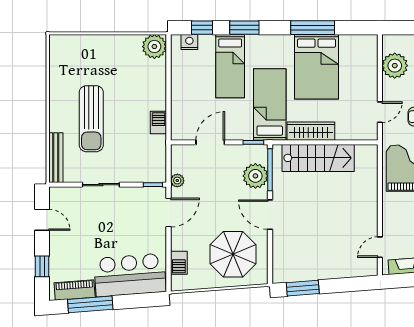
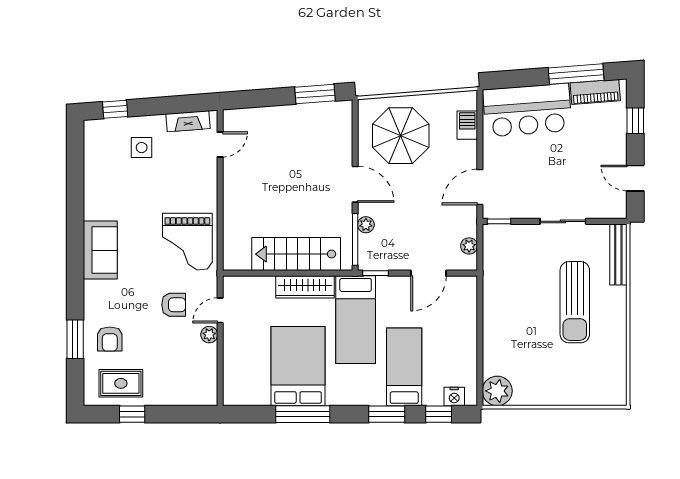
plant: (395, 66) -> (209, 335), moved, width x0.53, depth x0.53
sun lounger: (91, 119) -> (575, 302), turned 180
barbecue: (158, 122) -> (492, 298), removed
plant: (255, 176) -> (366, 225), width x0.53, depth x0.53
plant: (177, 181) -> (469, 246), moved

